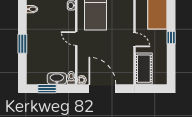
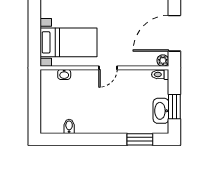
window: (22, 44) -> (140, 139), moved
washbasin: (57, 78) -> (161, 111), moved

